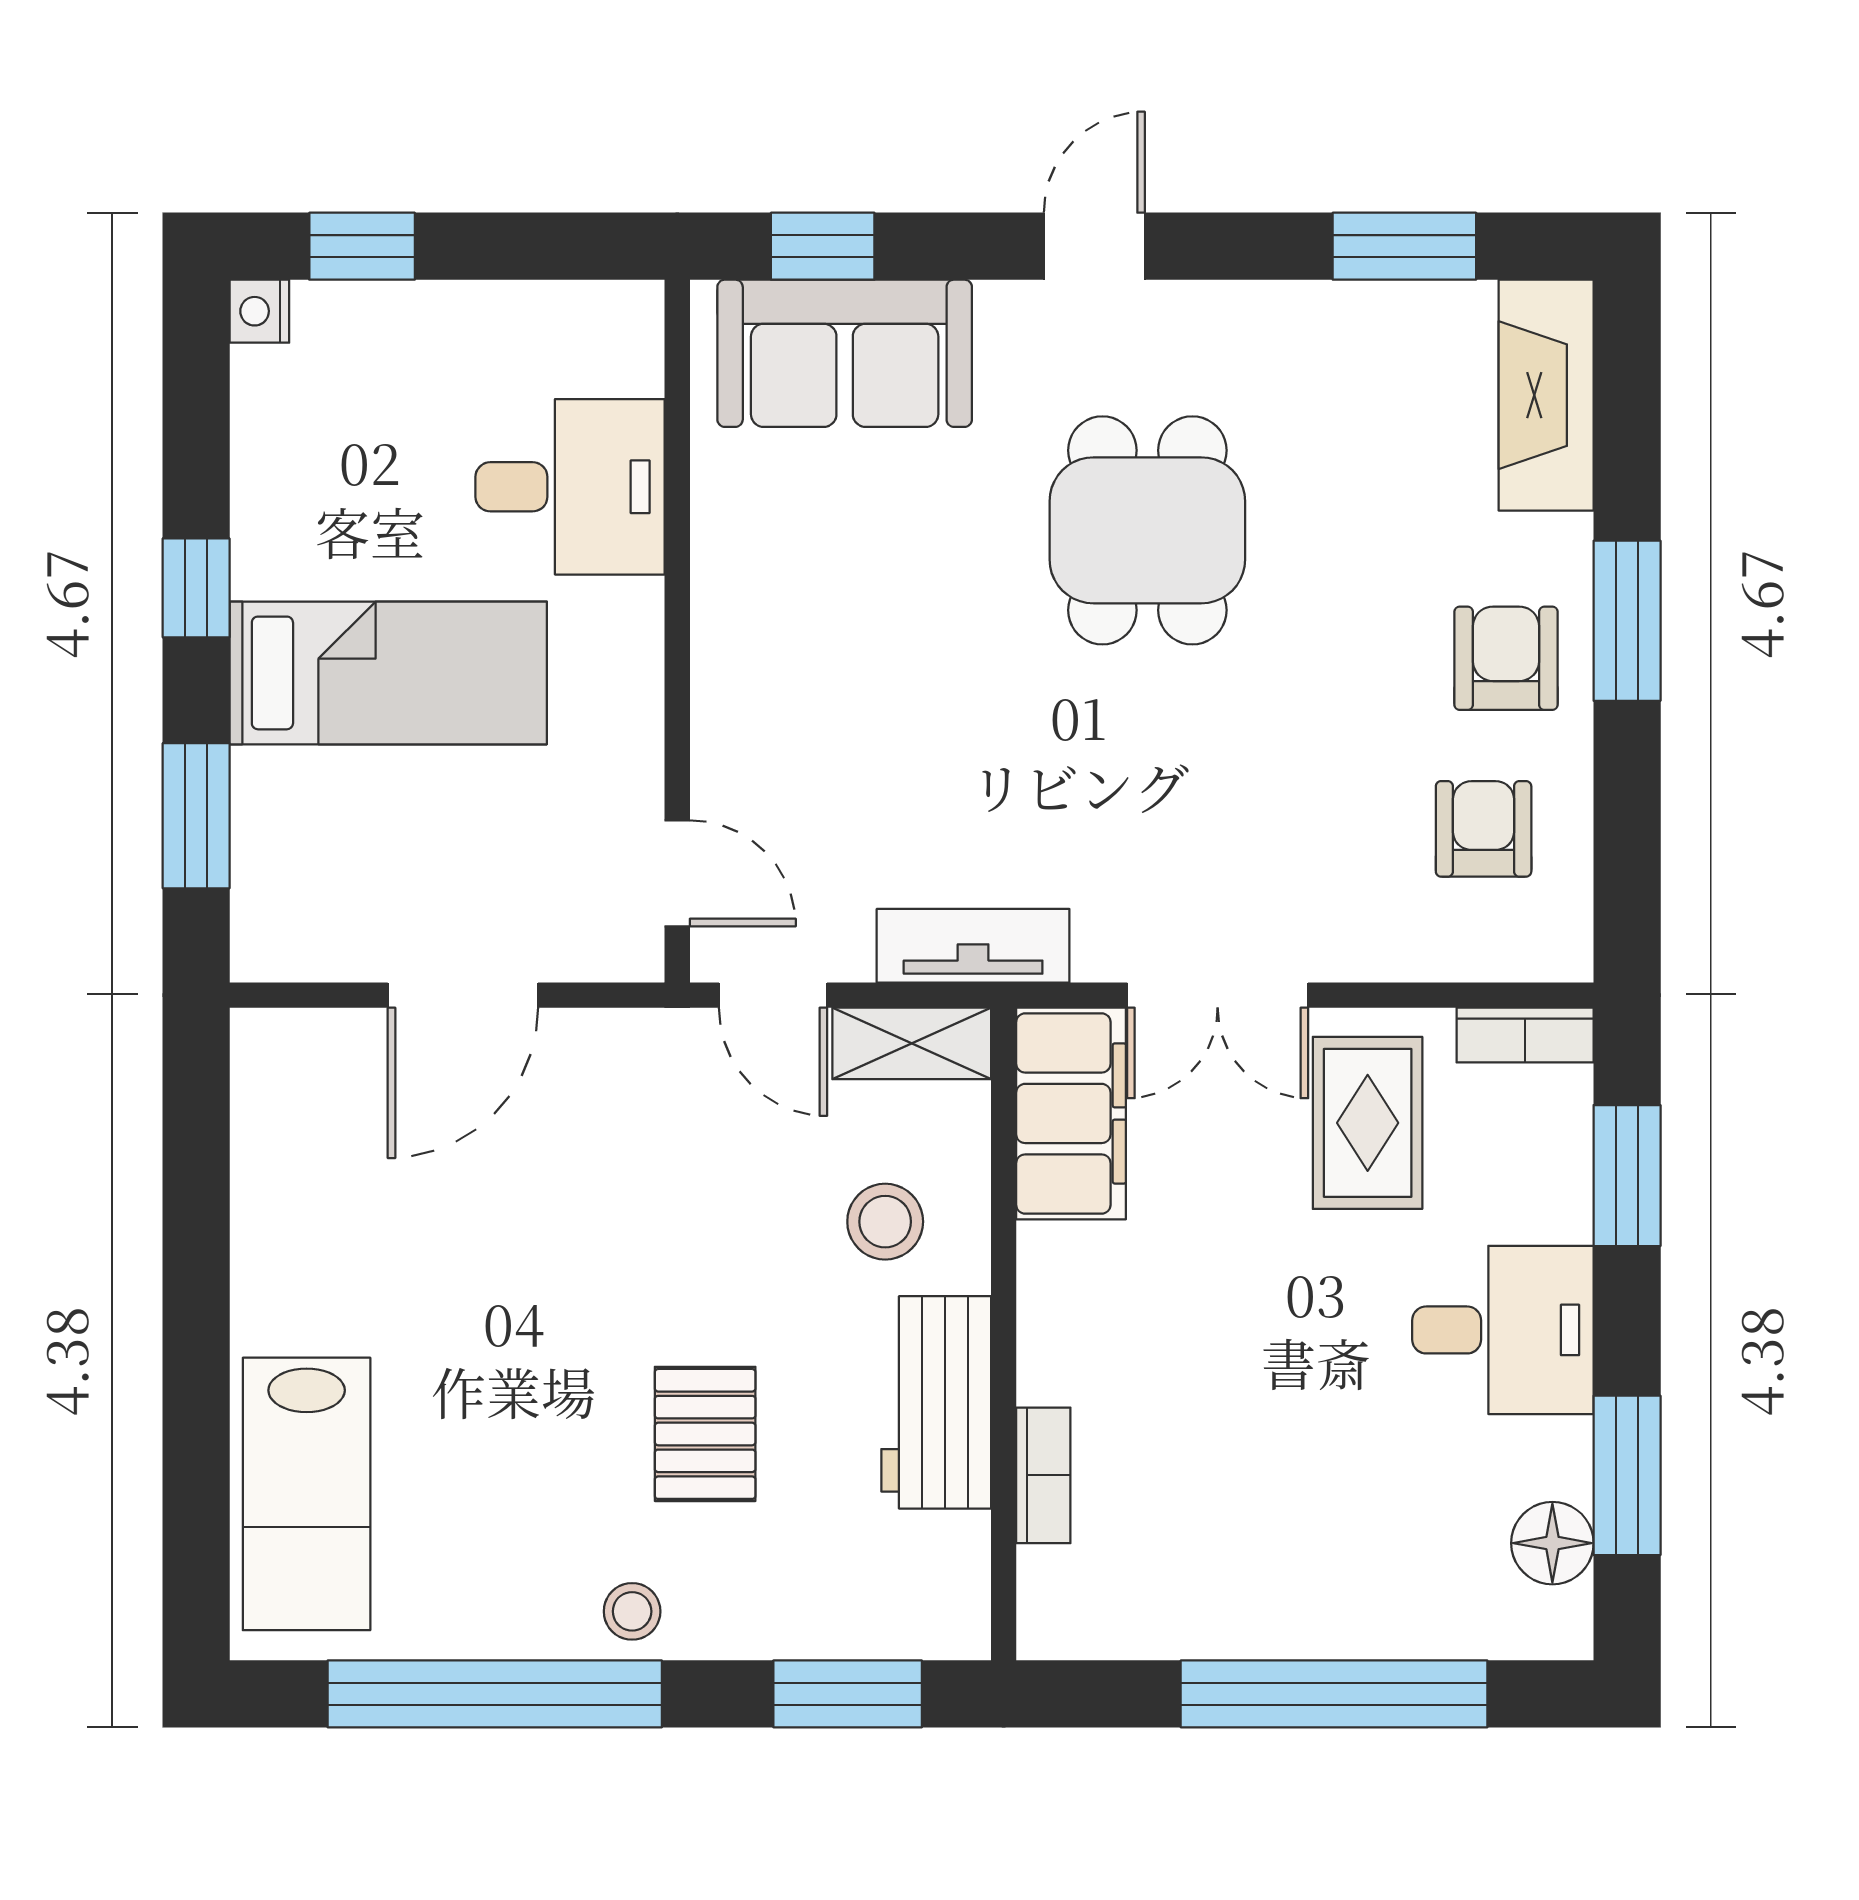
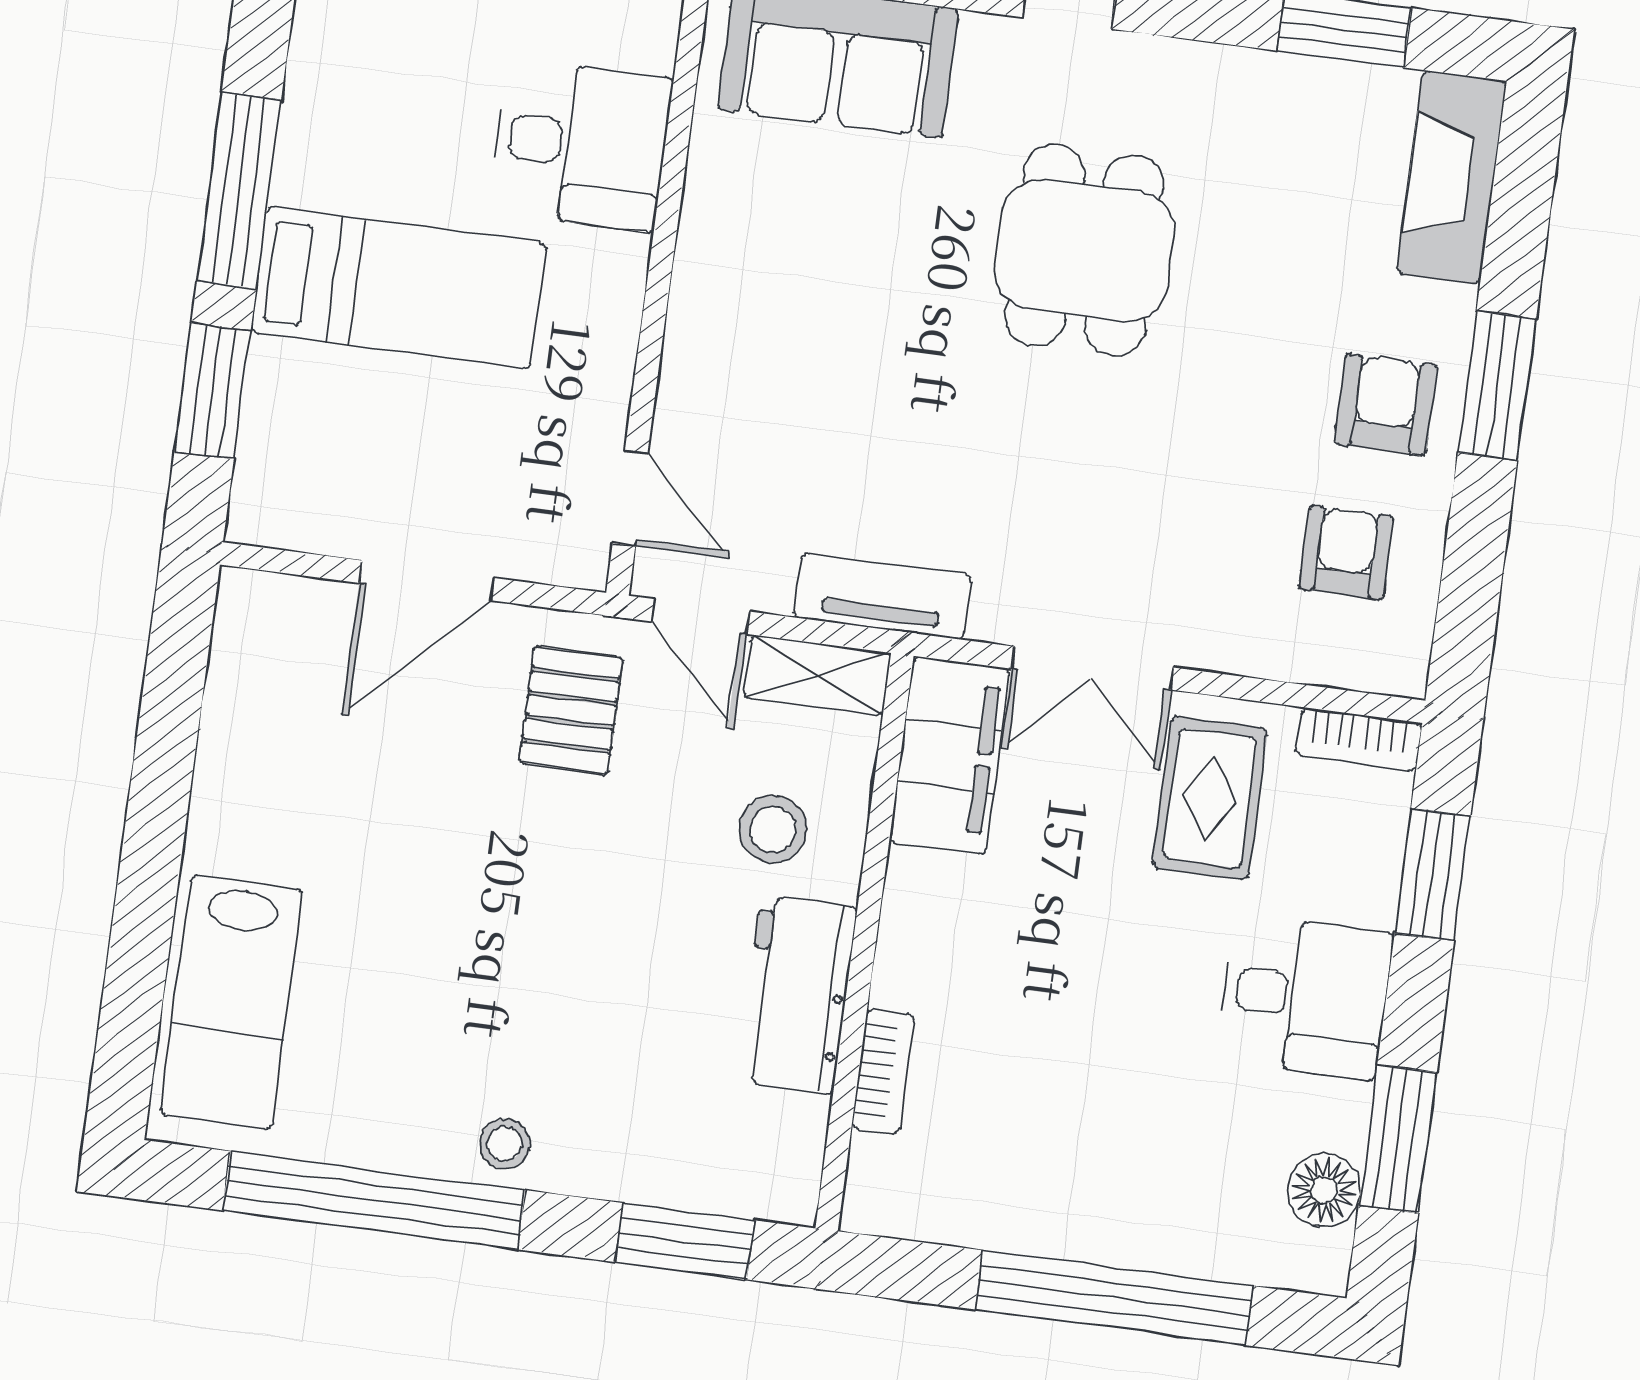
window: (196, 588) -> (239, 190), width x2.17
pallet: (705, 1434) -> (571, 710), moved

